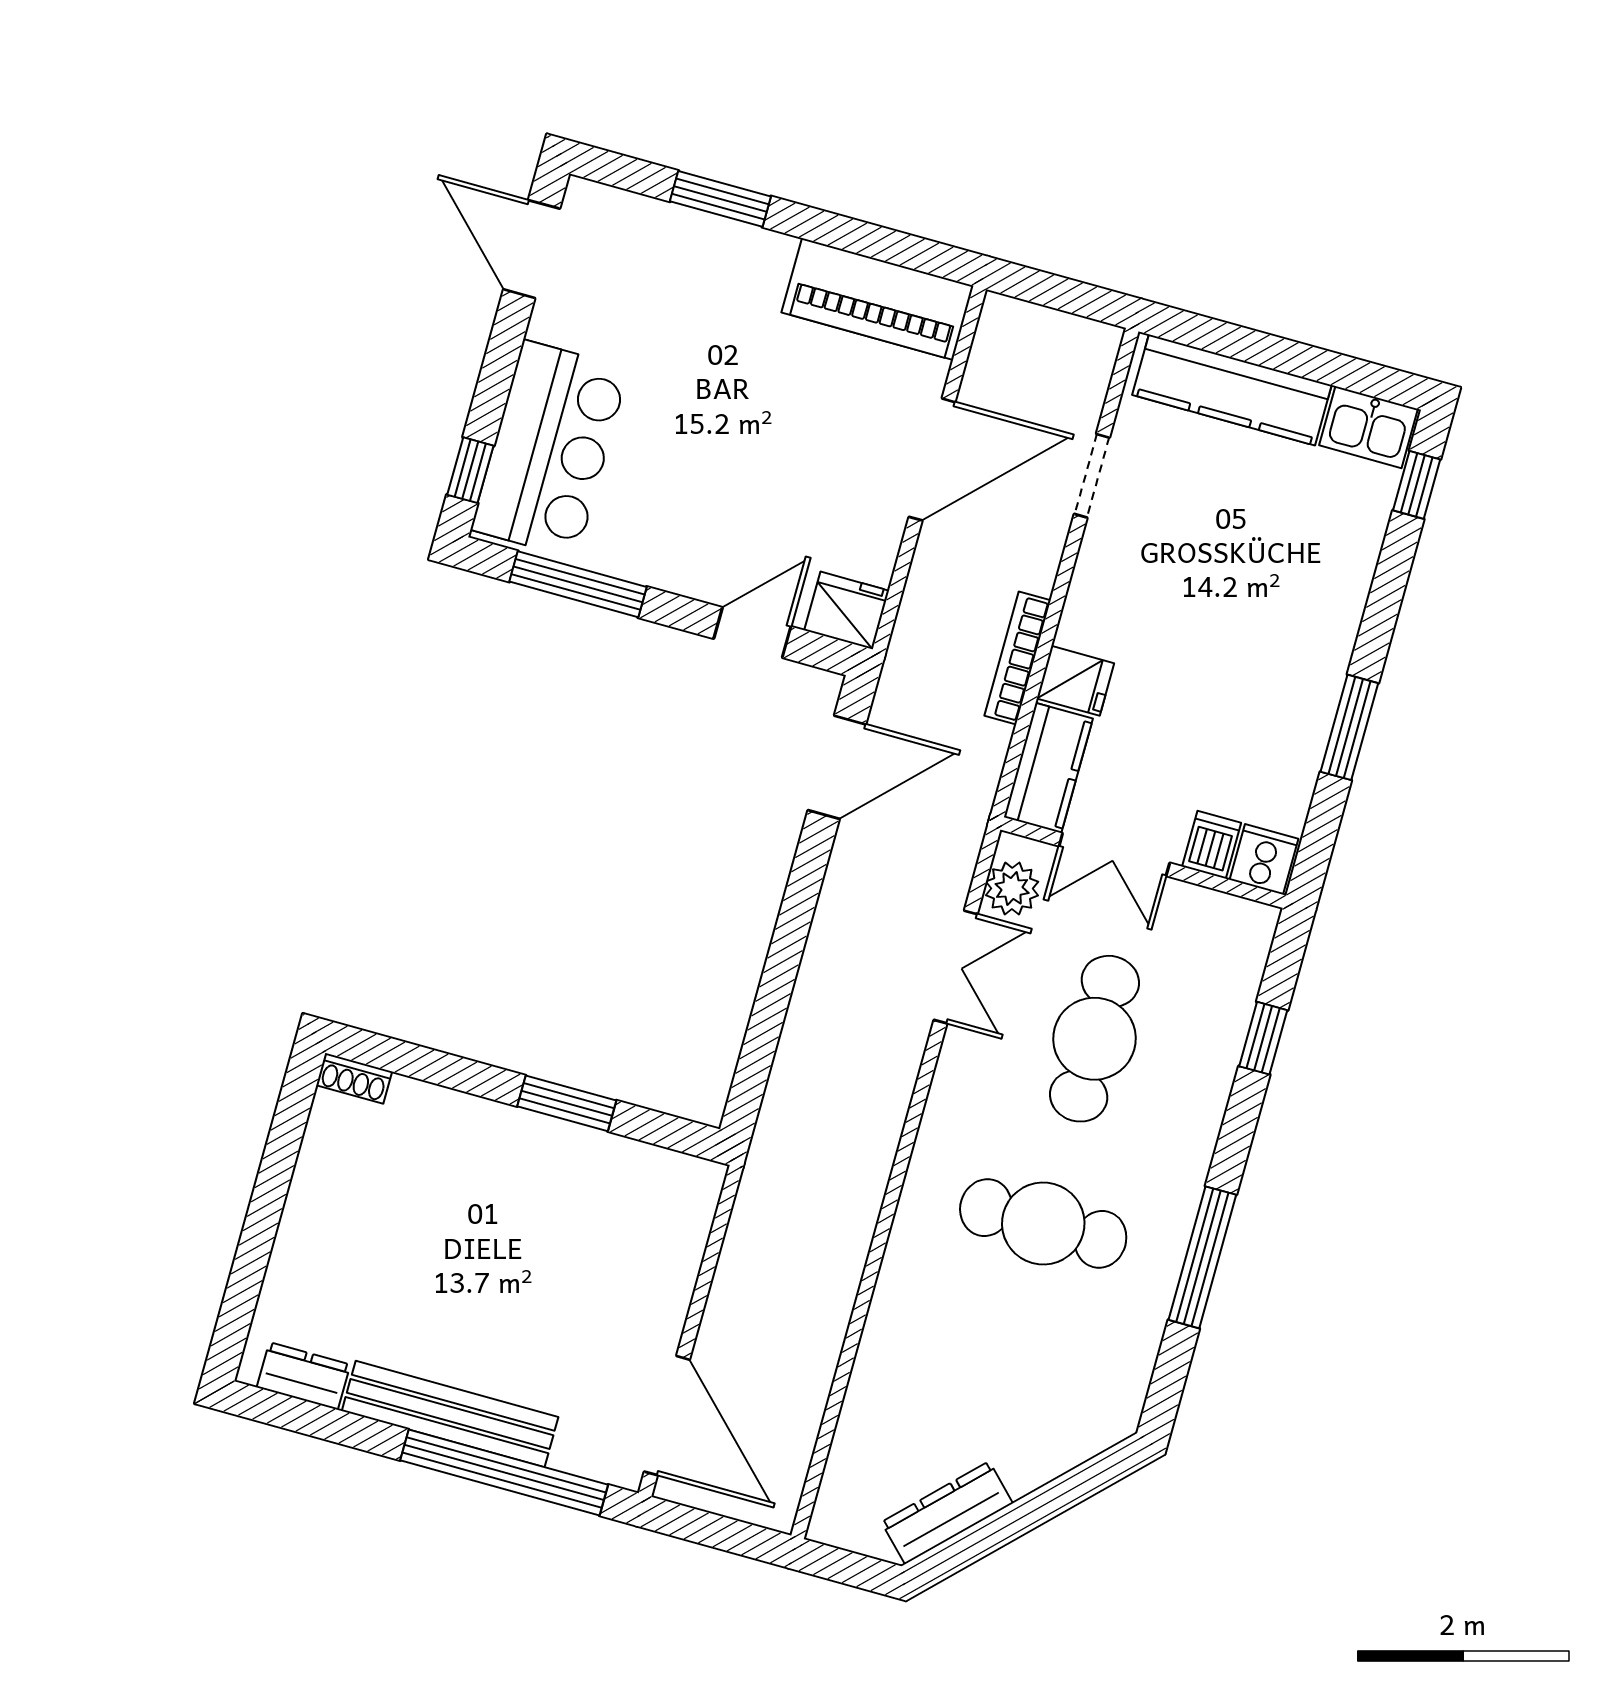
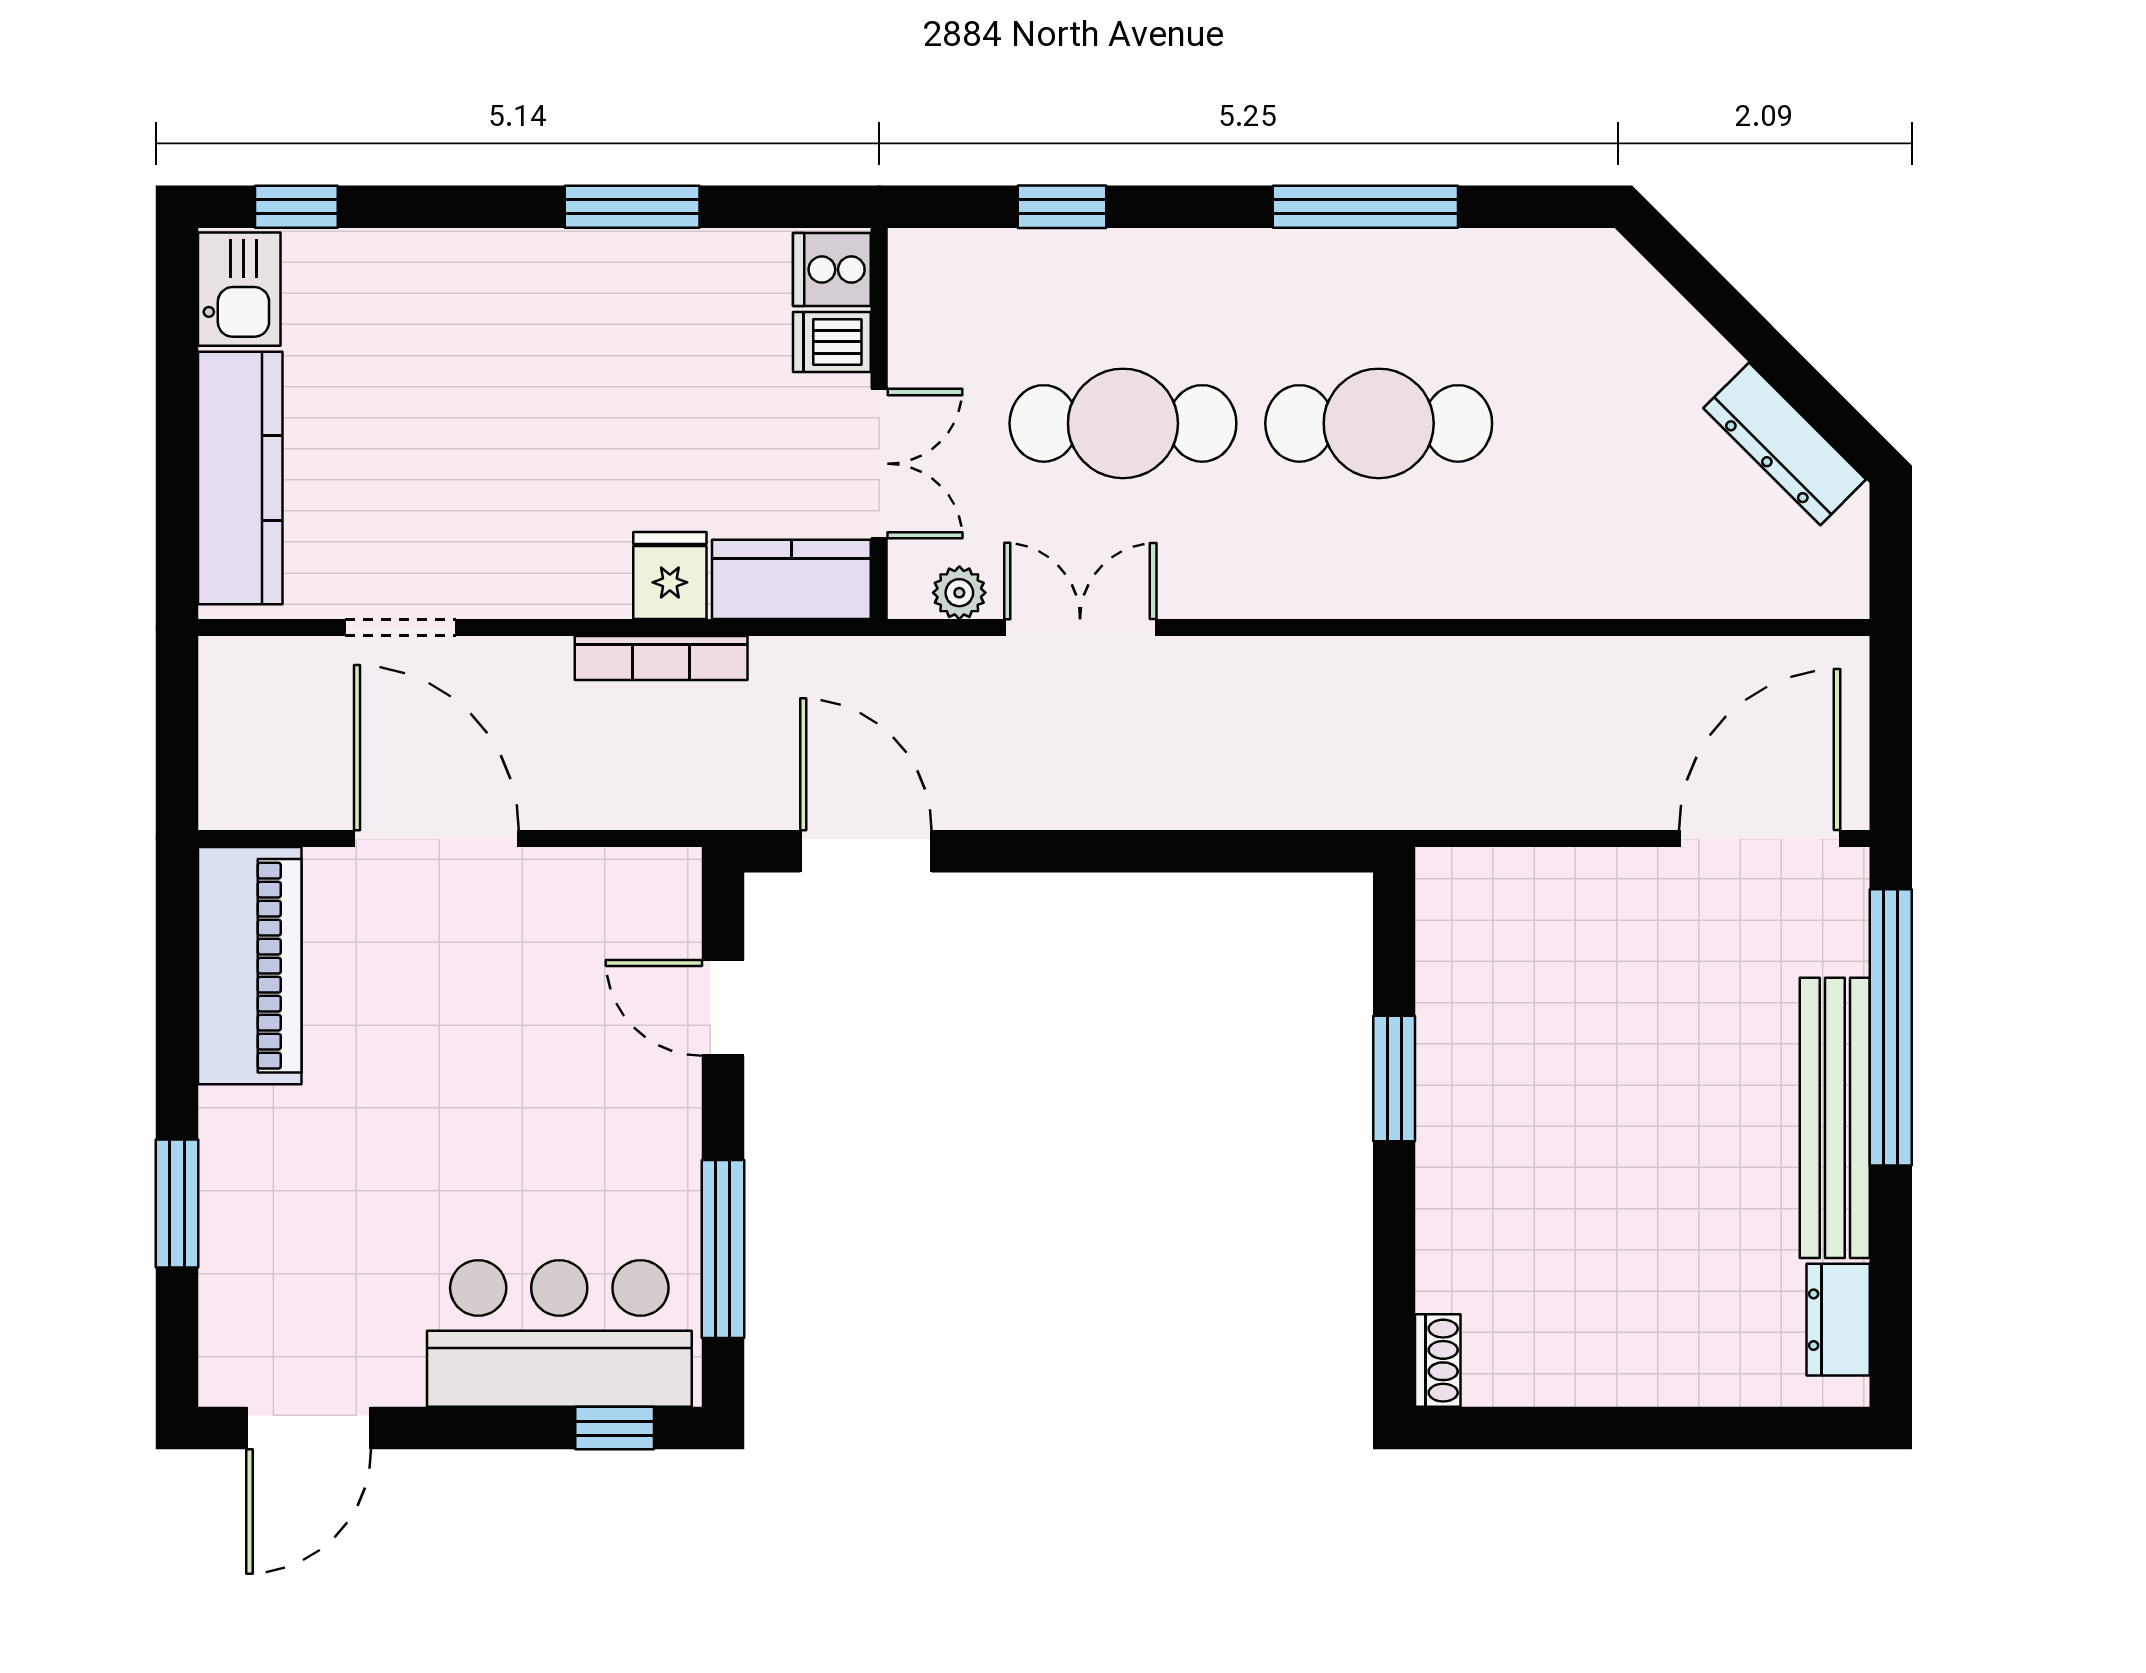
fridge: (847, 611) -> (661, 894), removed
plant: (1012, 889) -> (959, 593), width x0.73, depth x0.73
cafe table: (1043, 1223) -> (1379, 423), turned 90

